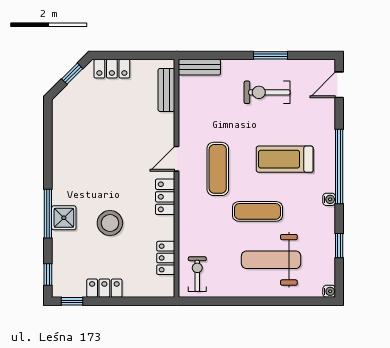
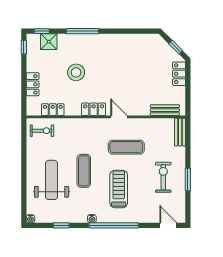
exercise mat: (218, 169) -> (126, 147), moved
shower: (64, 218) -> (49, 42), moved
locker: (104, 288) -> (33, 84), moved

